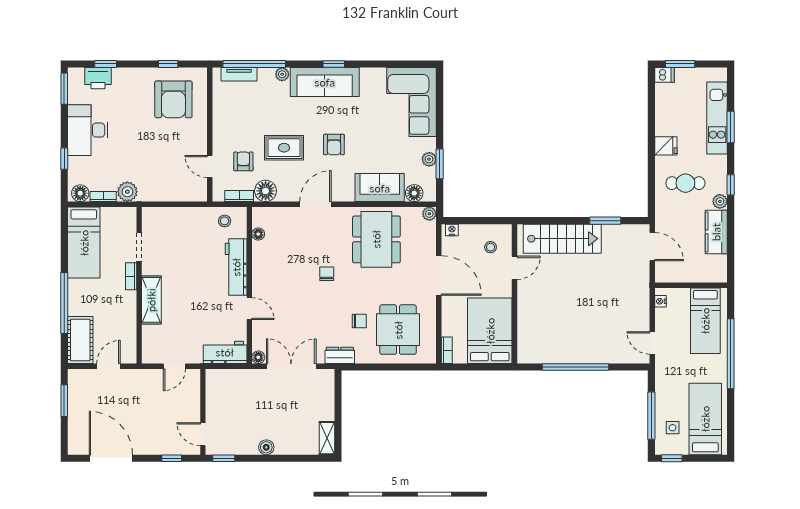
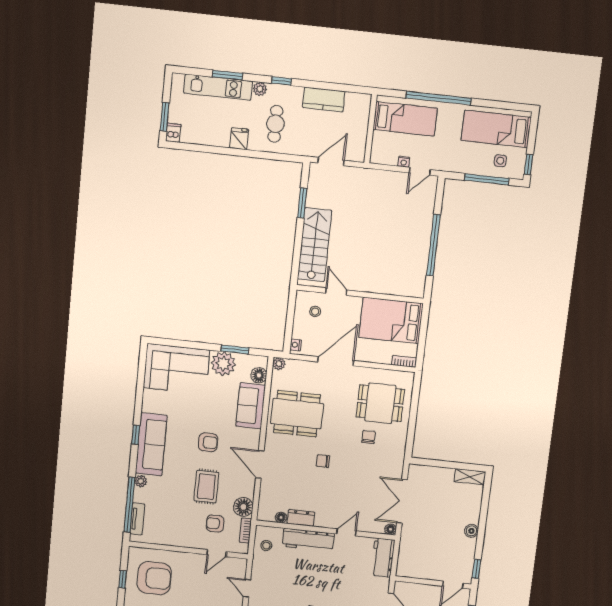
plant: (429, 159) -> (223, 364), width x1.88, depth x1.88
plant: (720, 201) -> (260, 89), moved
door: (173, 204) -> (247, 588), added
nightstand: (660, 301) -> (404, 162), moved
dresser: (340, 355) -> (301, 518), moved, turned 90

